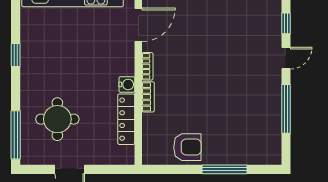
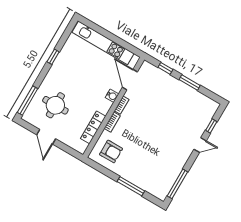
door: (138, 25) -> (130, 80), swing flipped
water cooler: (127, 84) -> (112, 96), moved
window: (286, 109) -> (177, 184), moved
armchair: (187, 147) -> (111, 151), moved

